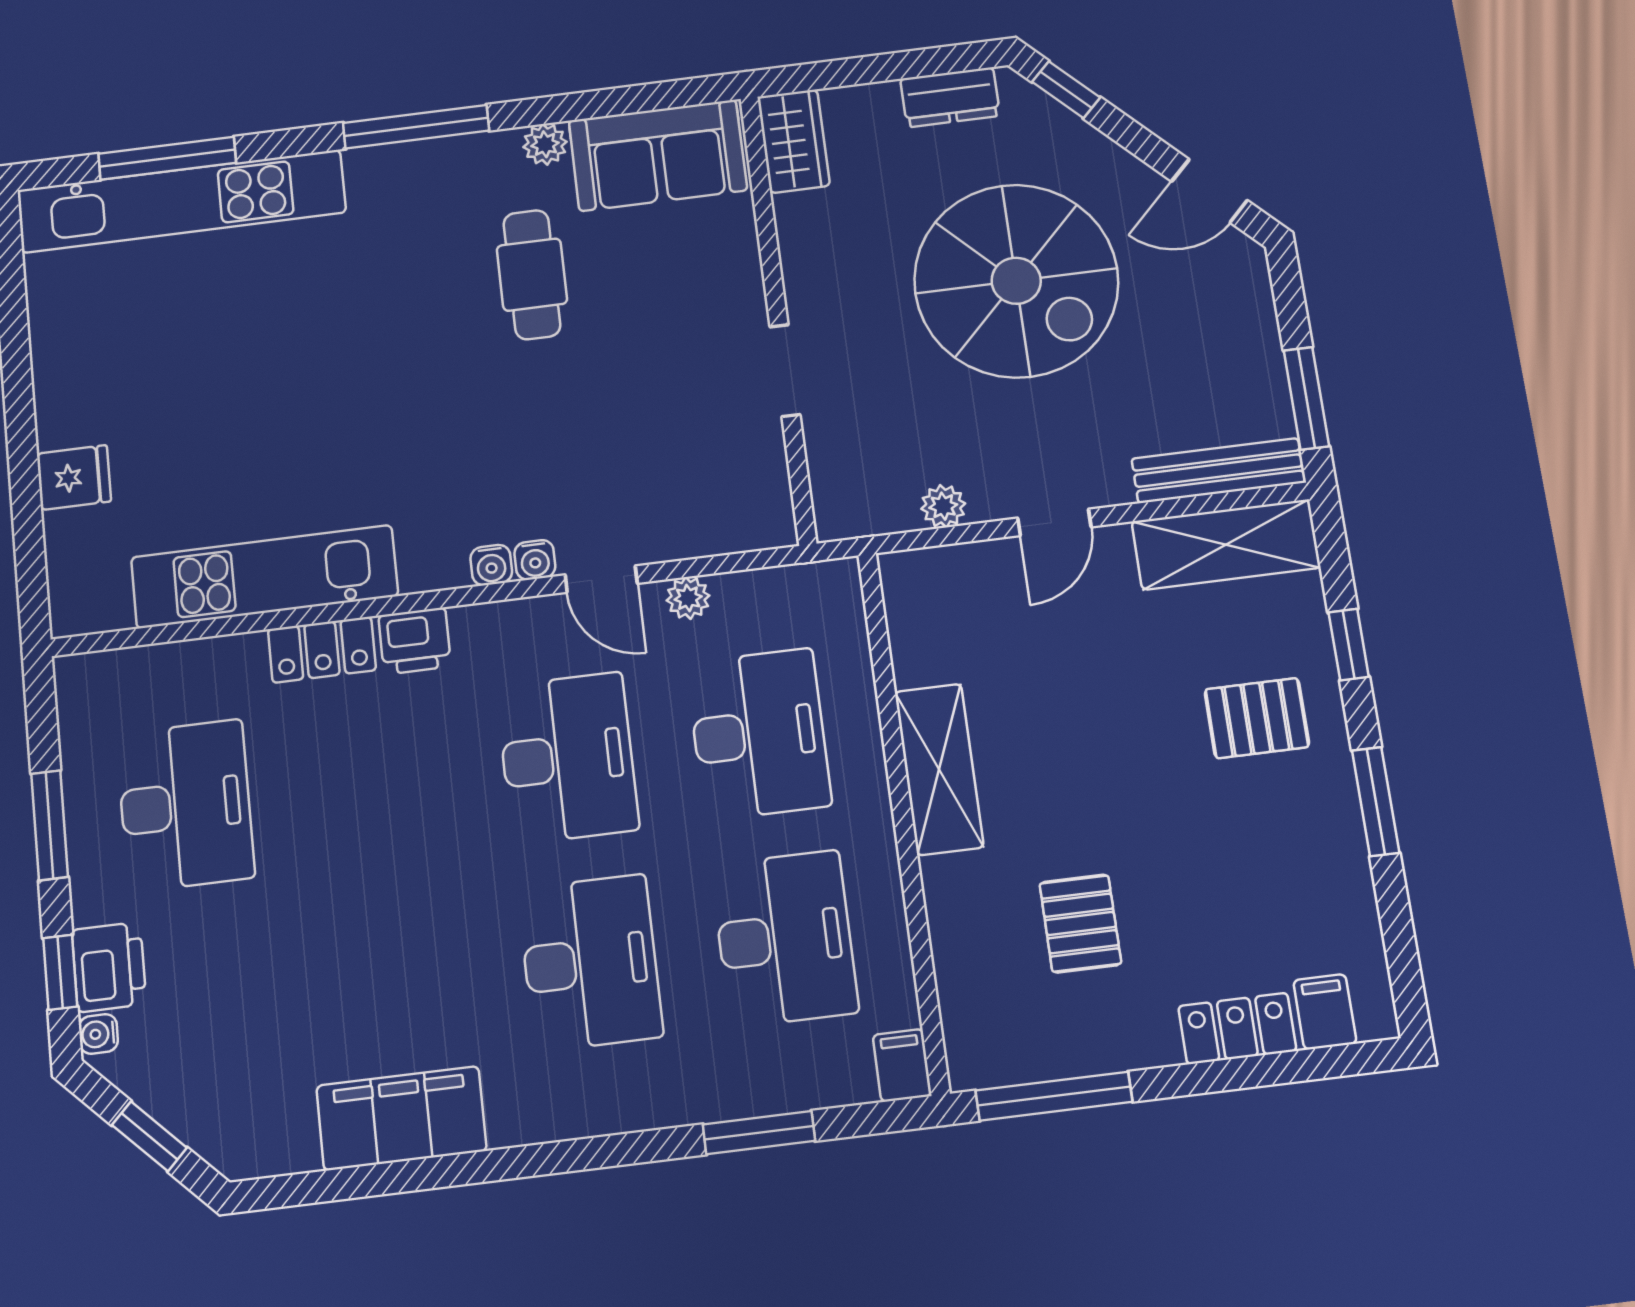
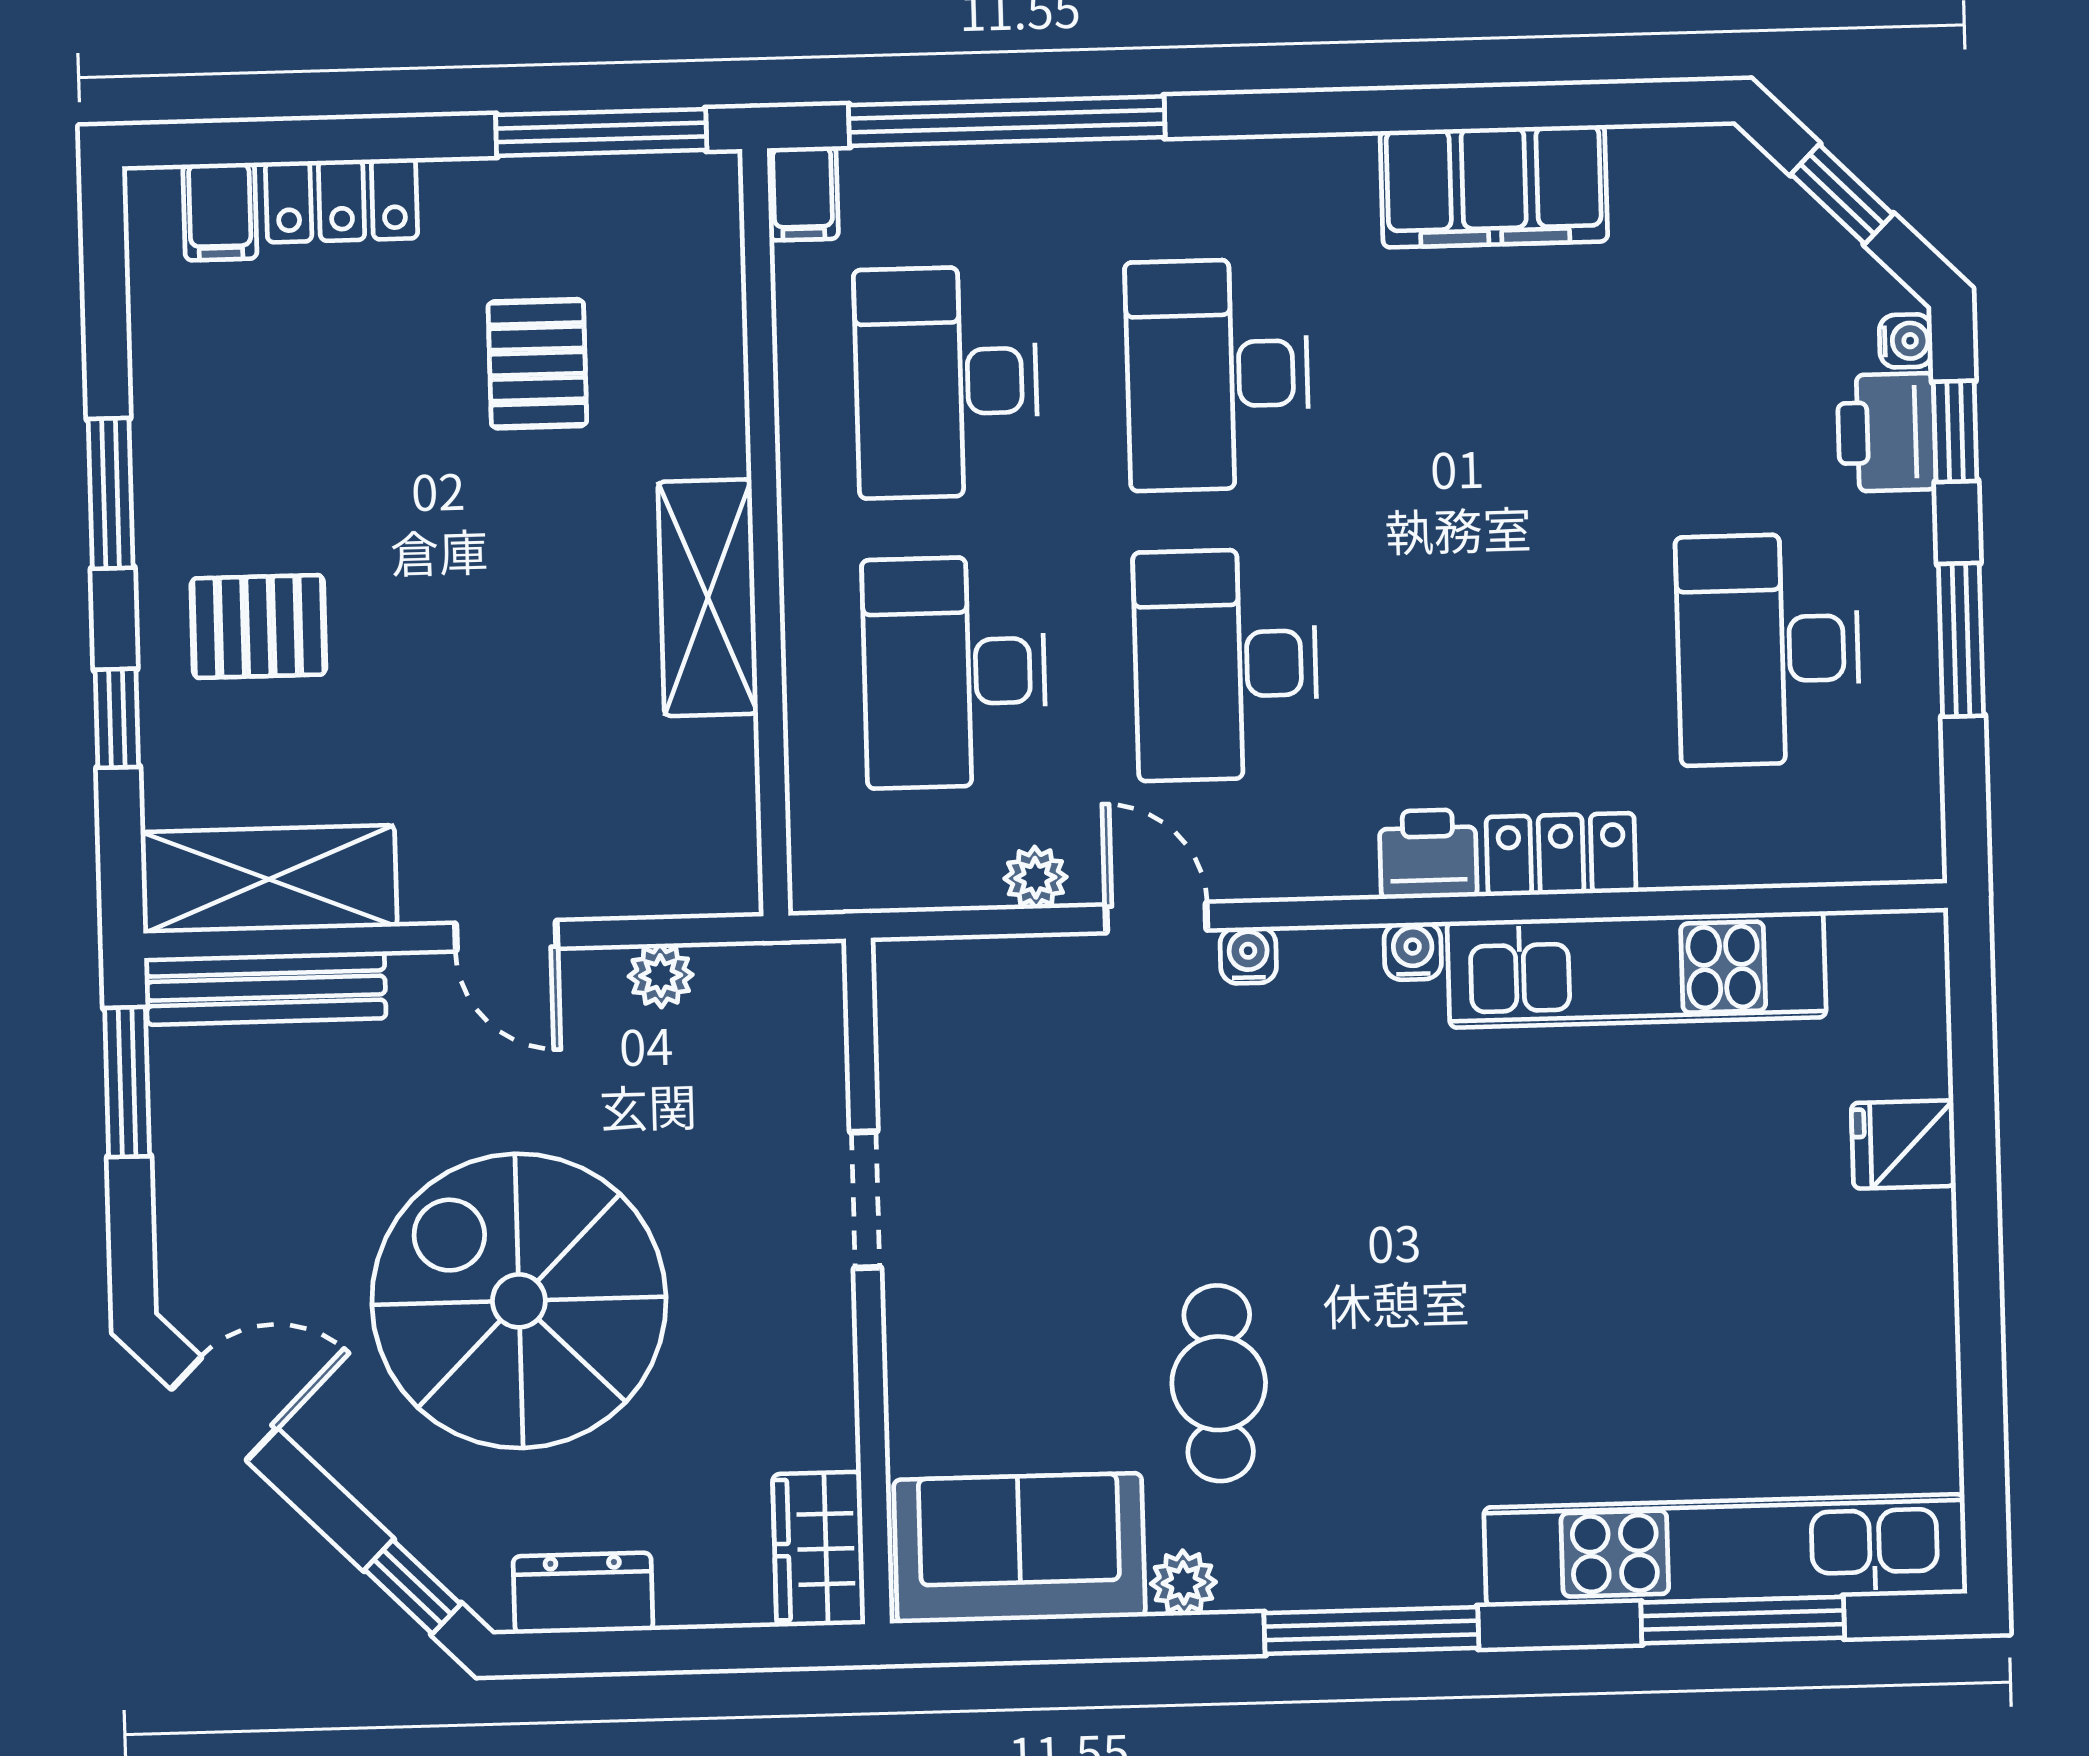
door: (1054, 522) -> (506, 936), swing flipped
water cooler: (491, 565) -> (1413, 951), moved
window: (759, 1133) -> (1007, 121), width x2.11

